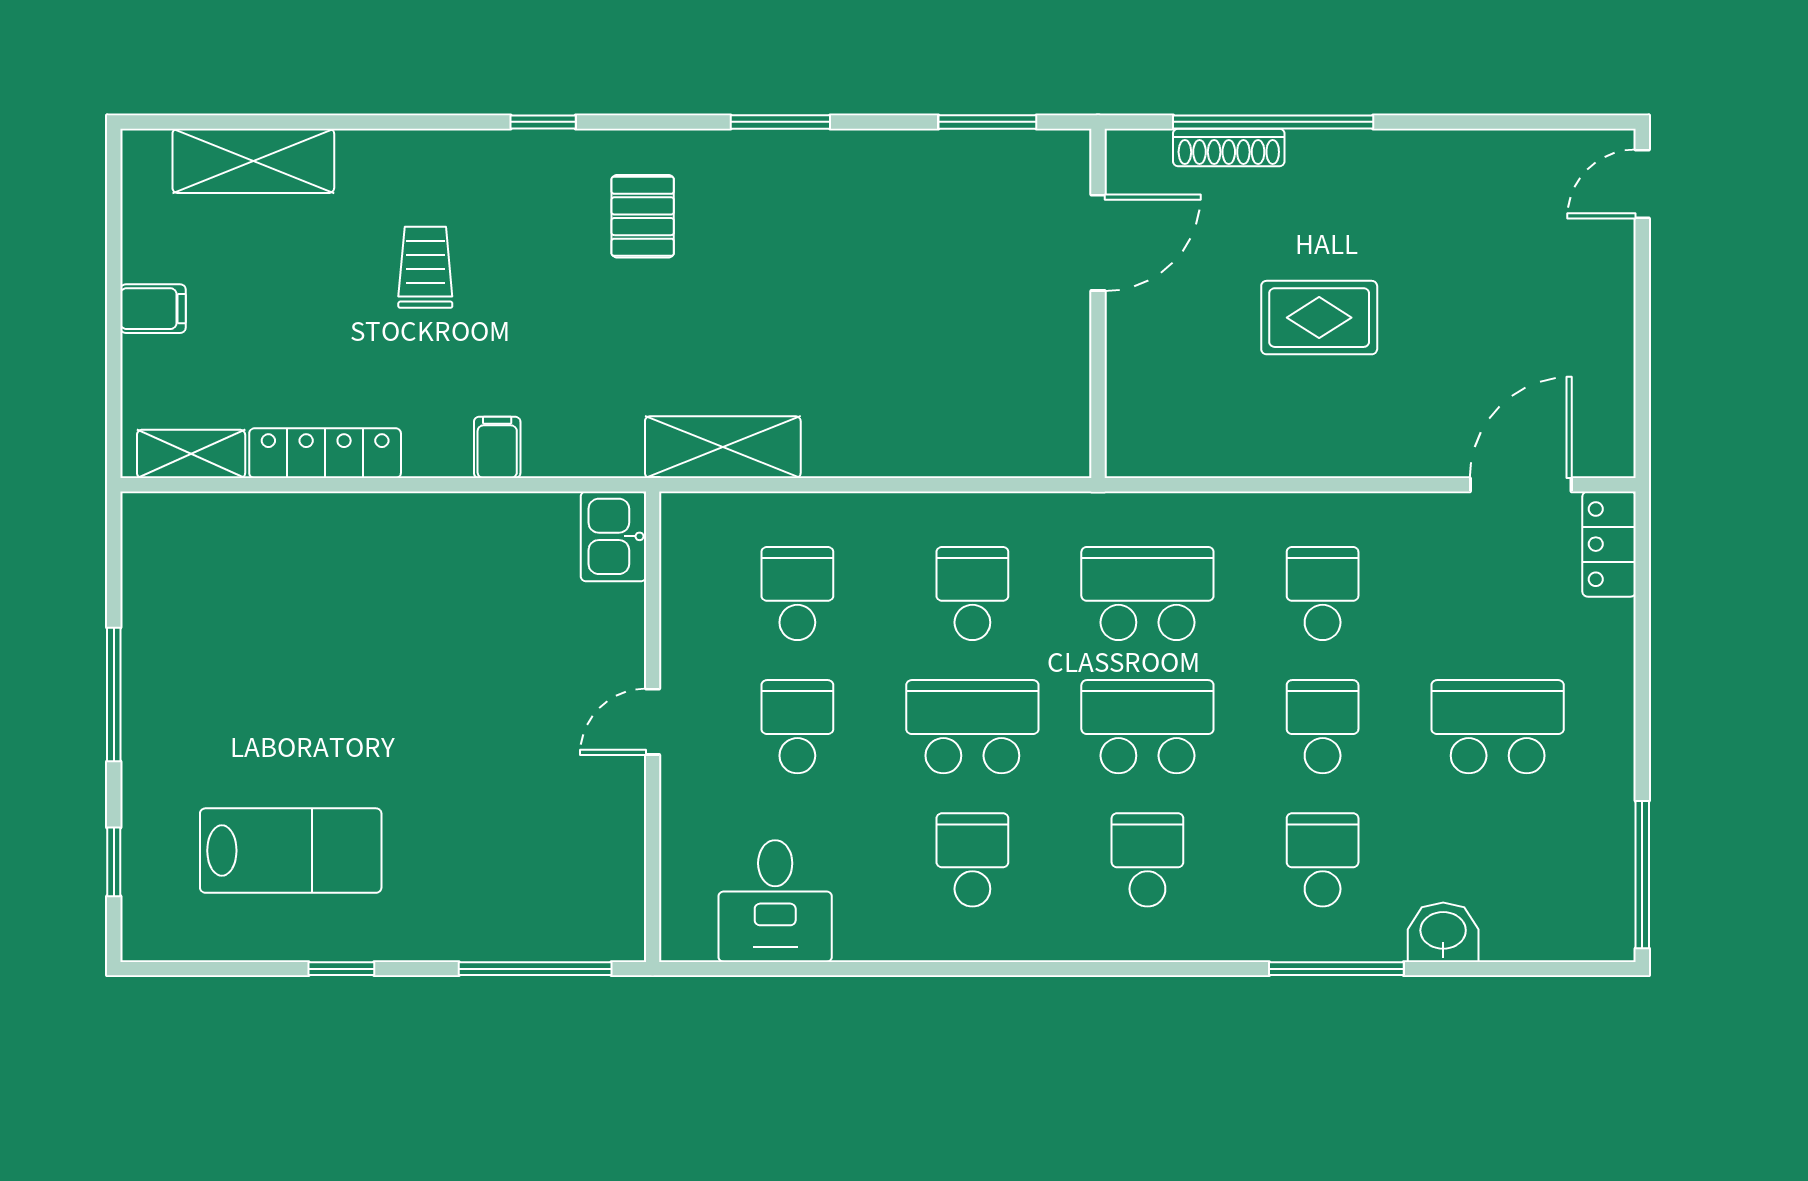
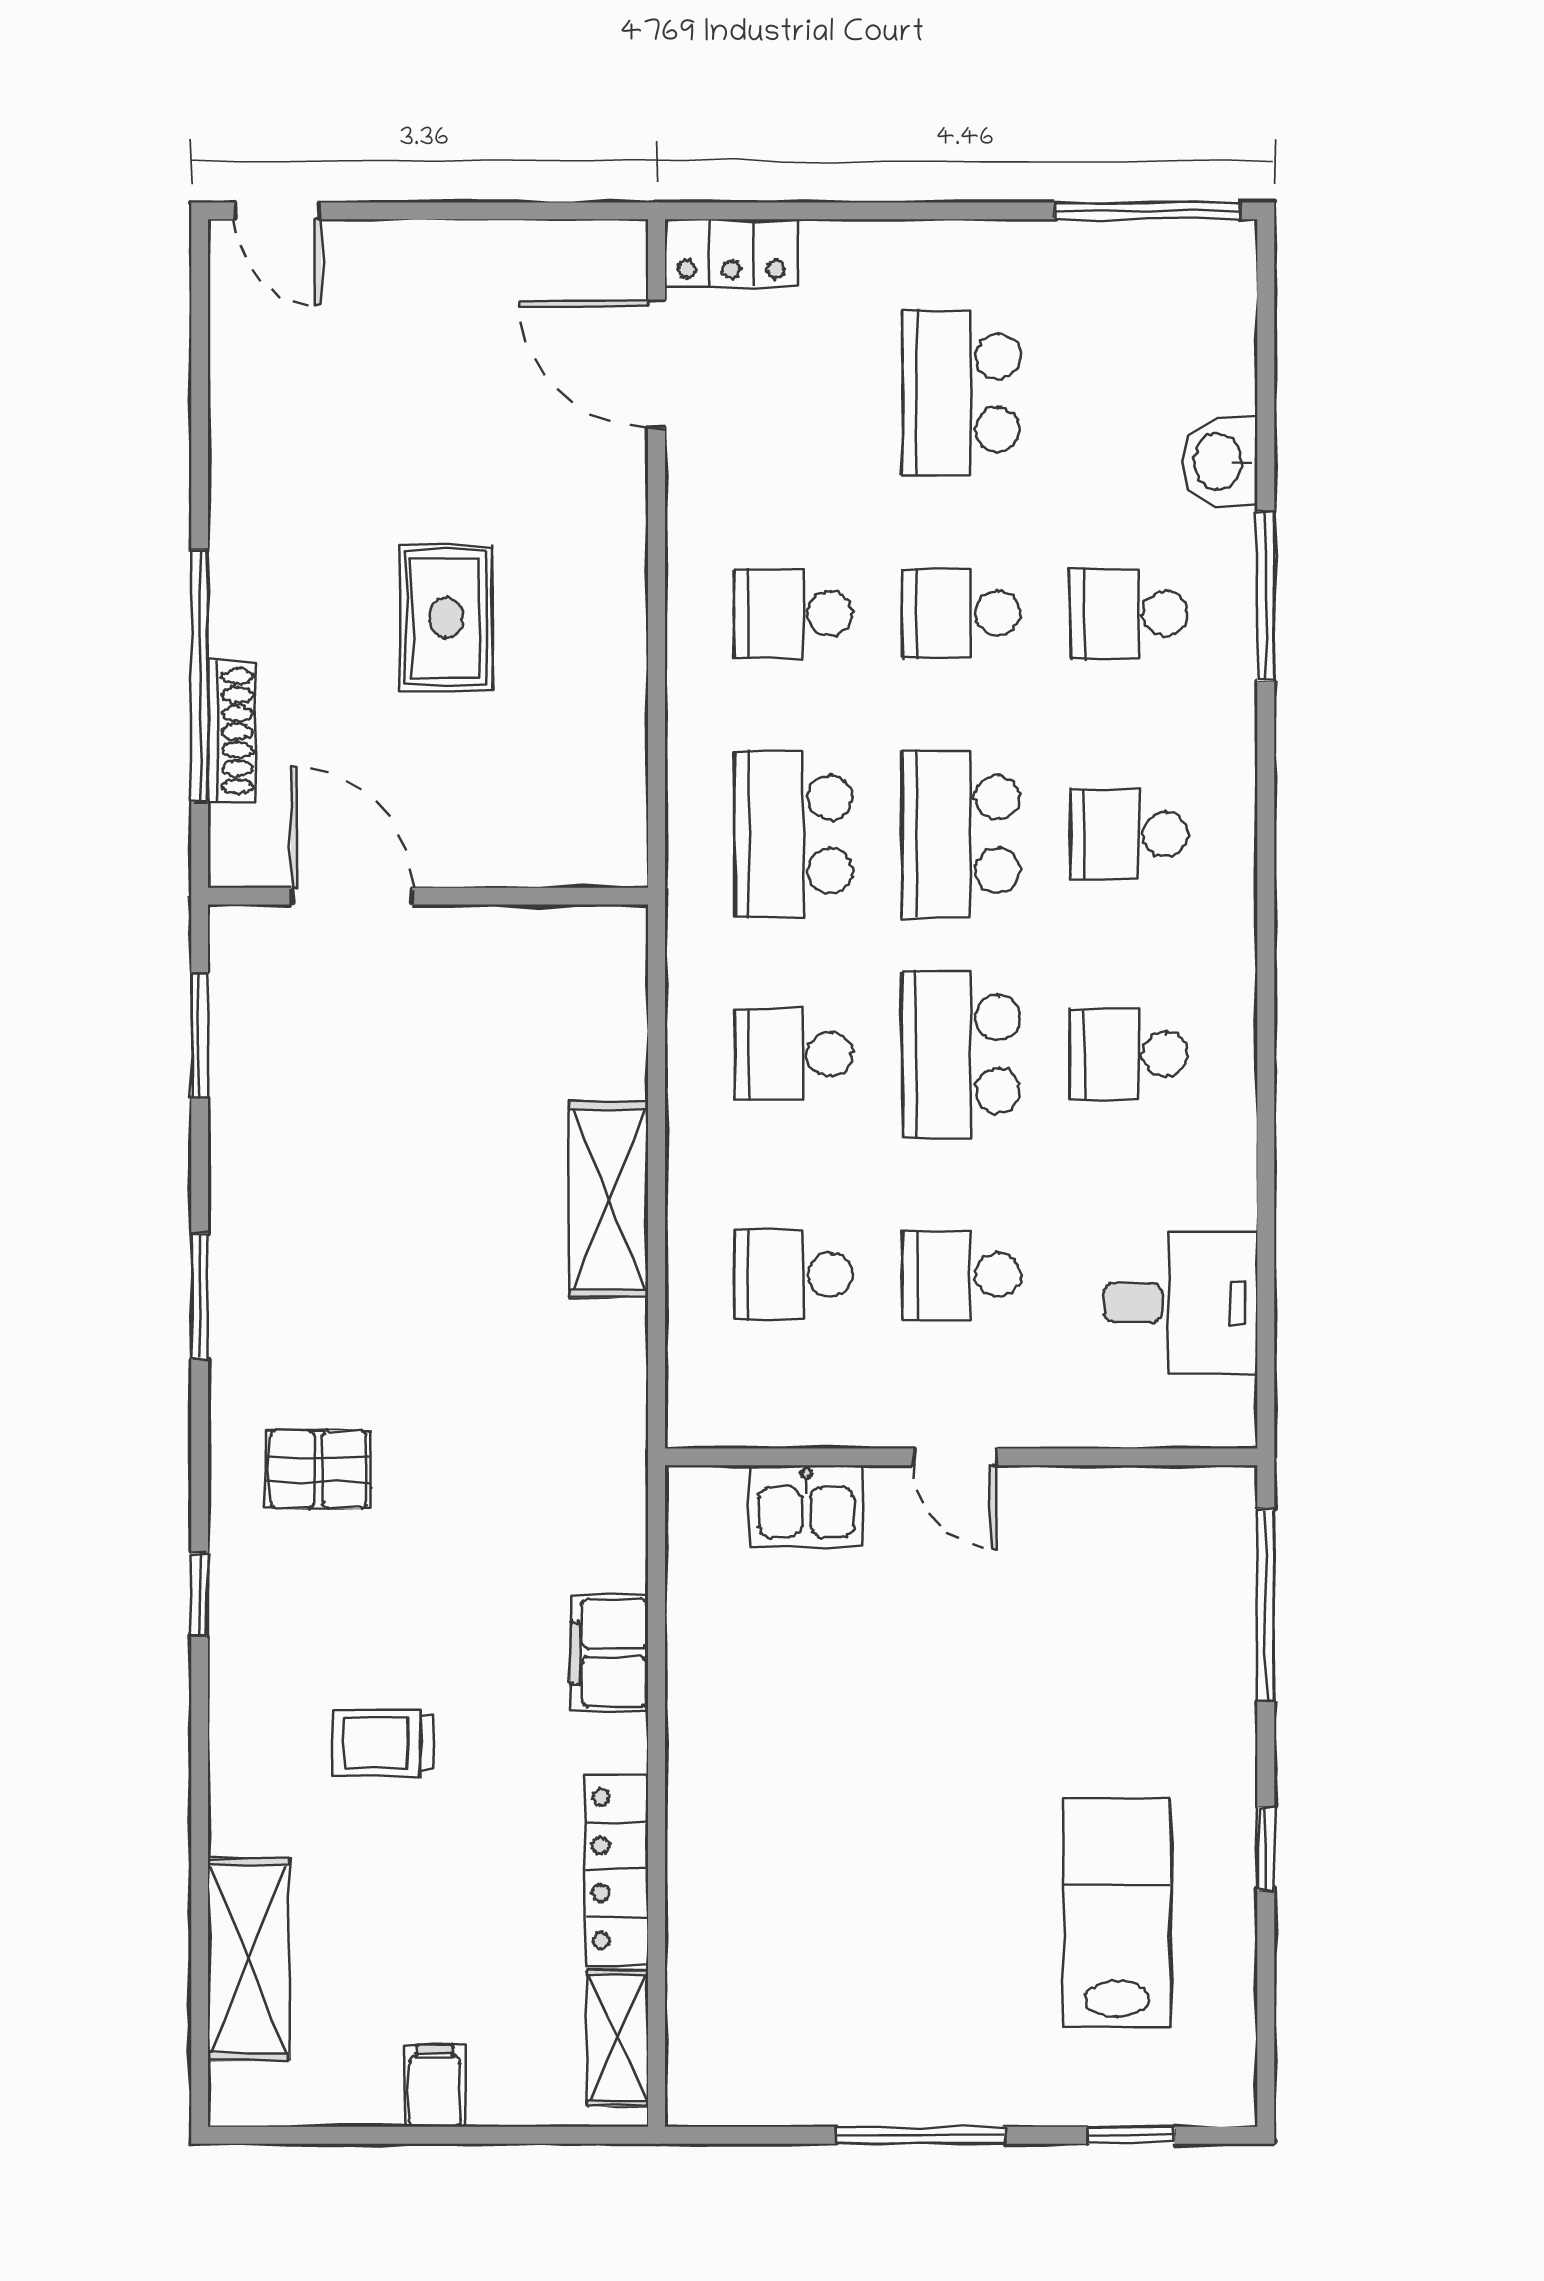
filing cabinet: (497, 447) -> (609, 1653), width x2.00
shelving: (723, 447) -> (609, 1199), moved
kitchen sink: (613, 536) -> (806, 1506), moved

